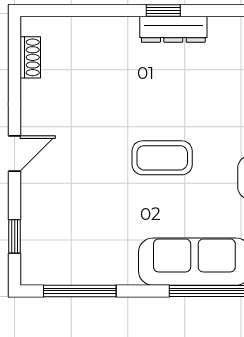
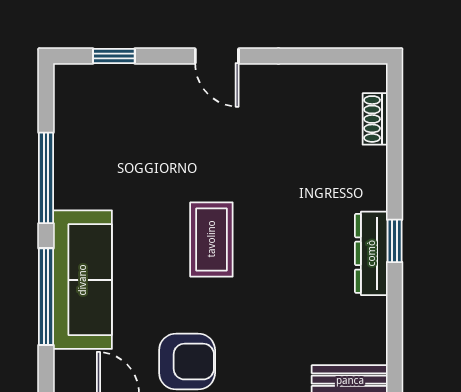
shoe rack: (30, 57) -> (375, 119), moved, turned 90
window: (80, 291) -> (46, 178), moved

